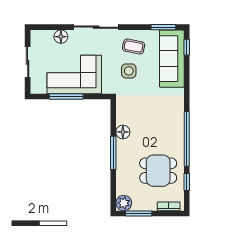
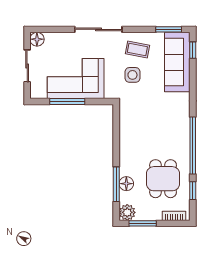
floor lamp: (61, 37) -> (37, 39), moved
floor lamp: (123, 132) -> (126, 184), moved
window: (113, 153) -> (116, 184), moved
dining table: (158, 171) -> (163, 179), turned 90

